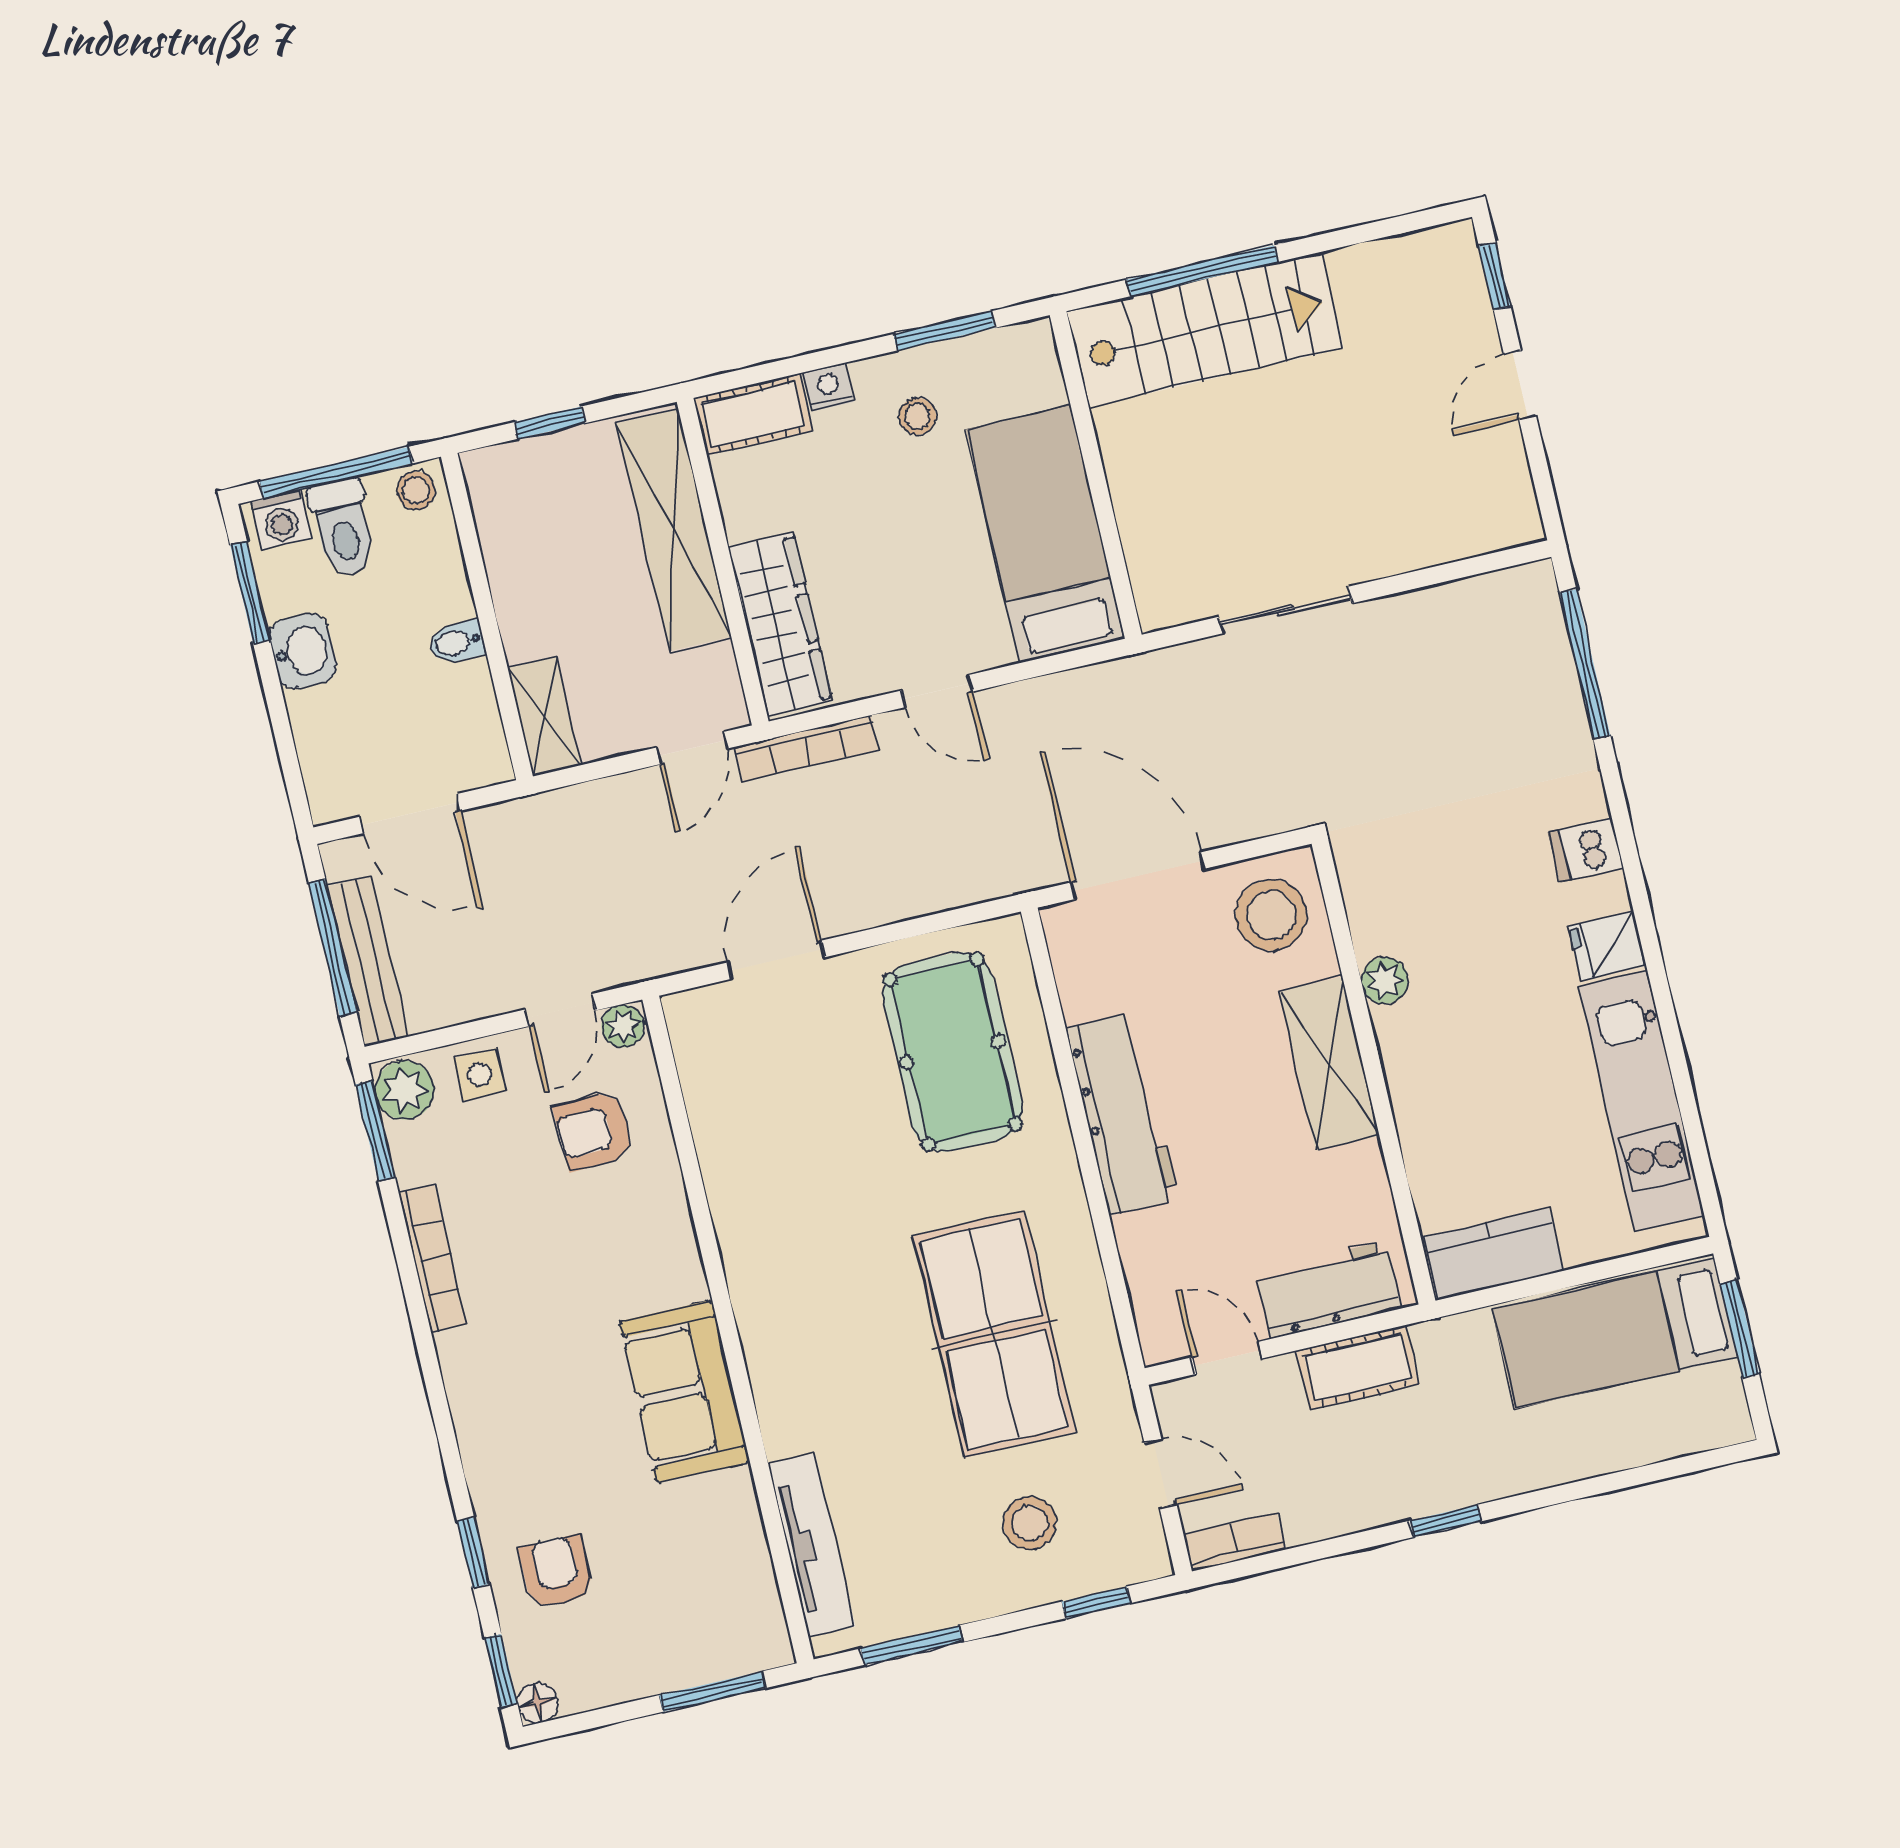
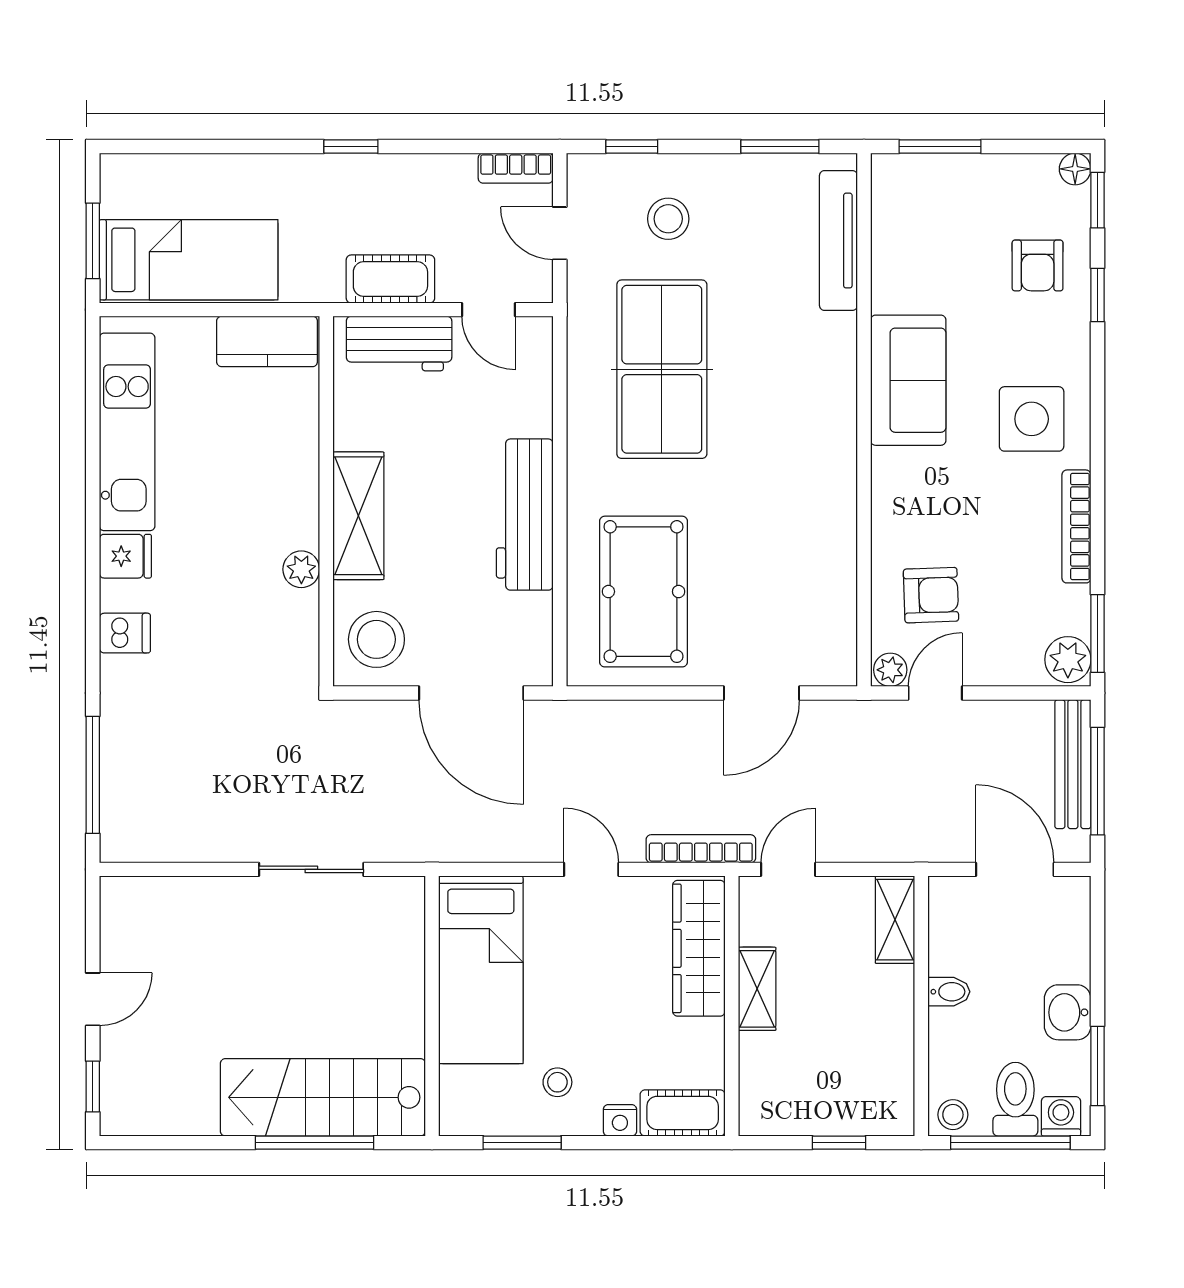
shelving: (674, 530) -> (757, 989), width x0.45, depth x0.75
side table: (479, 1074) -> (1032, 419), moved, width x1.87, depth x1.87

